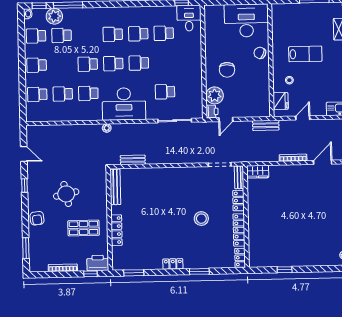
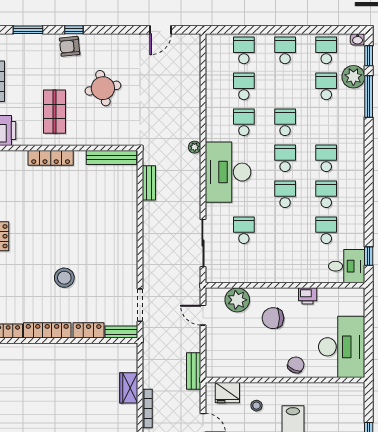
printer: (212, 111) -> (308, 296), moved
wardrobe: (258, 172) -> (129, 388), moved
window: (24, 186) -> (74, 30), moved

